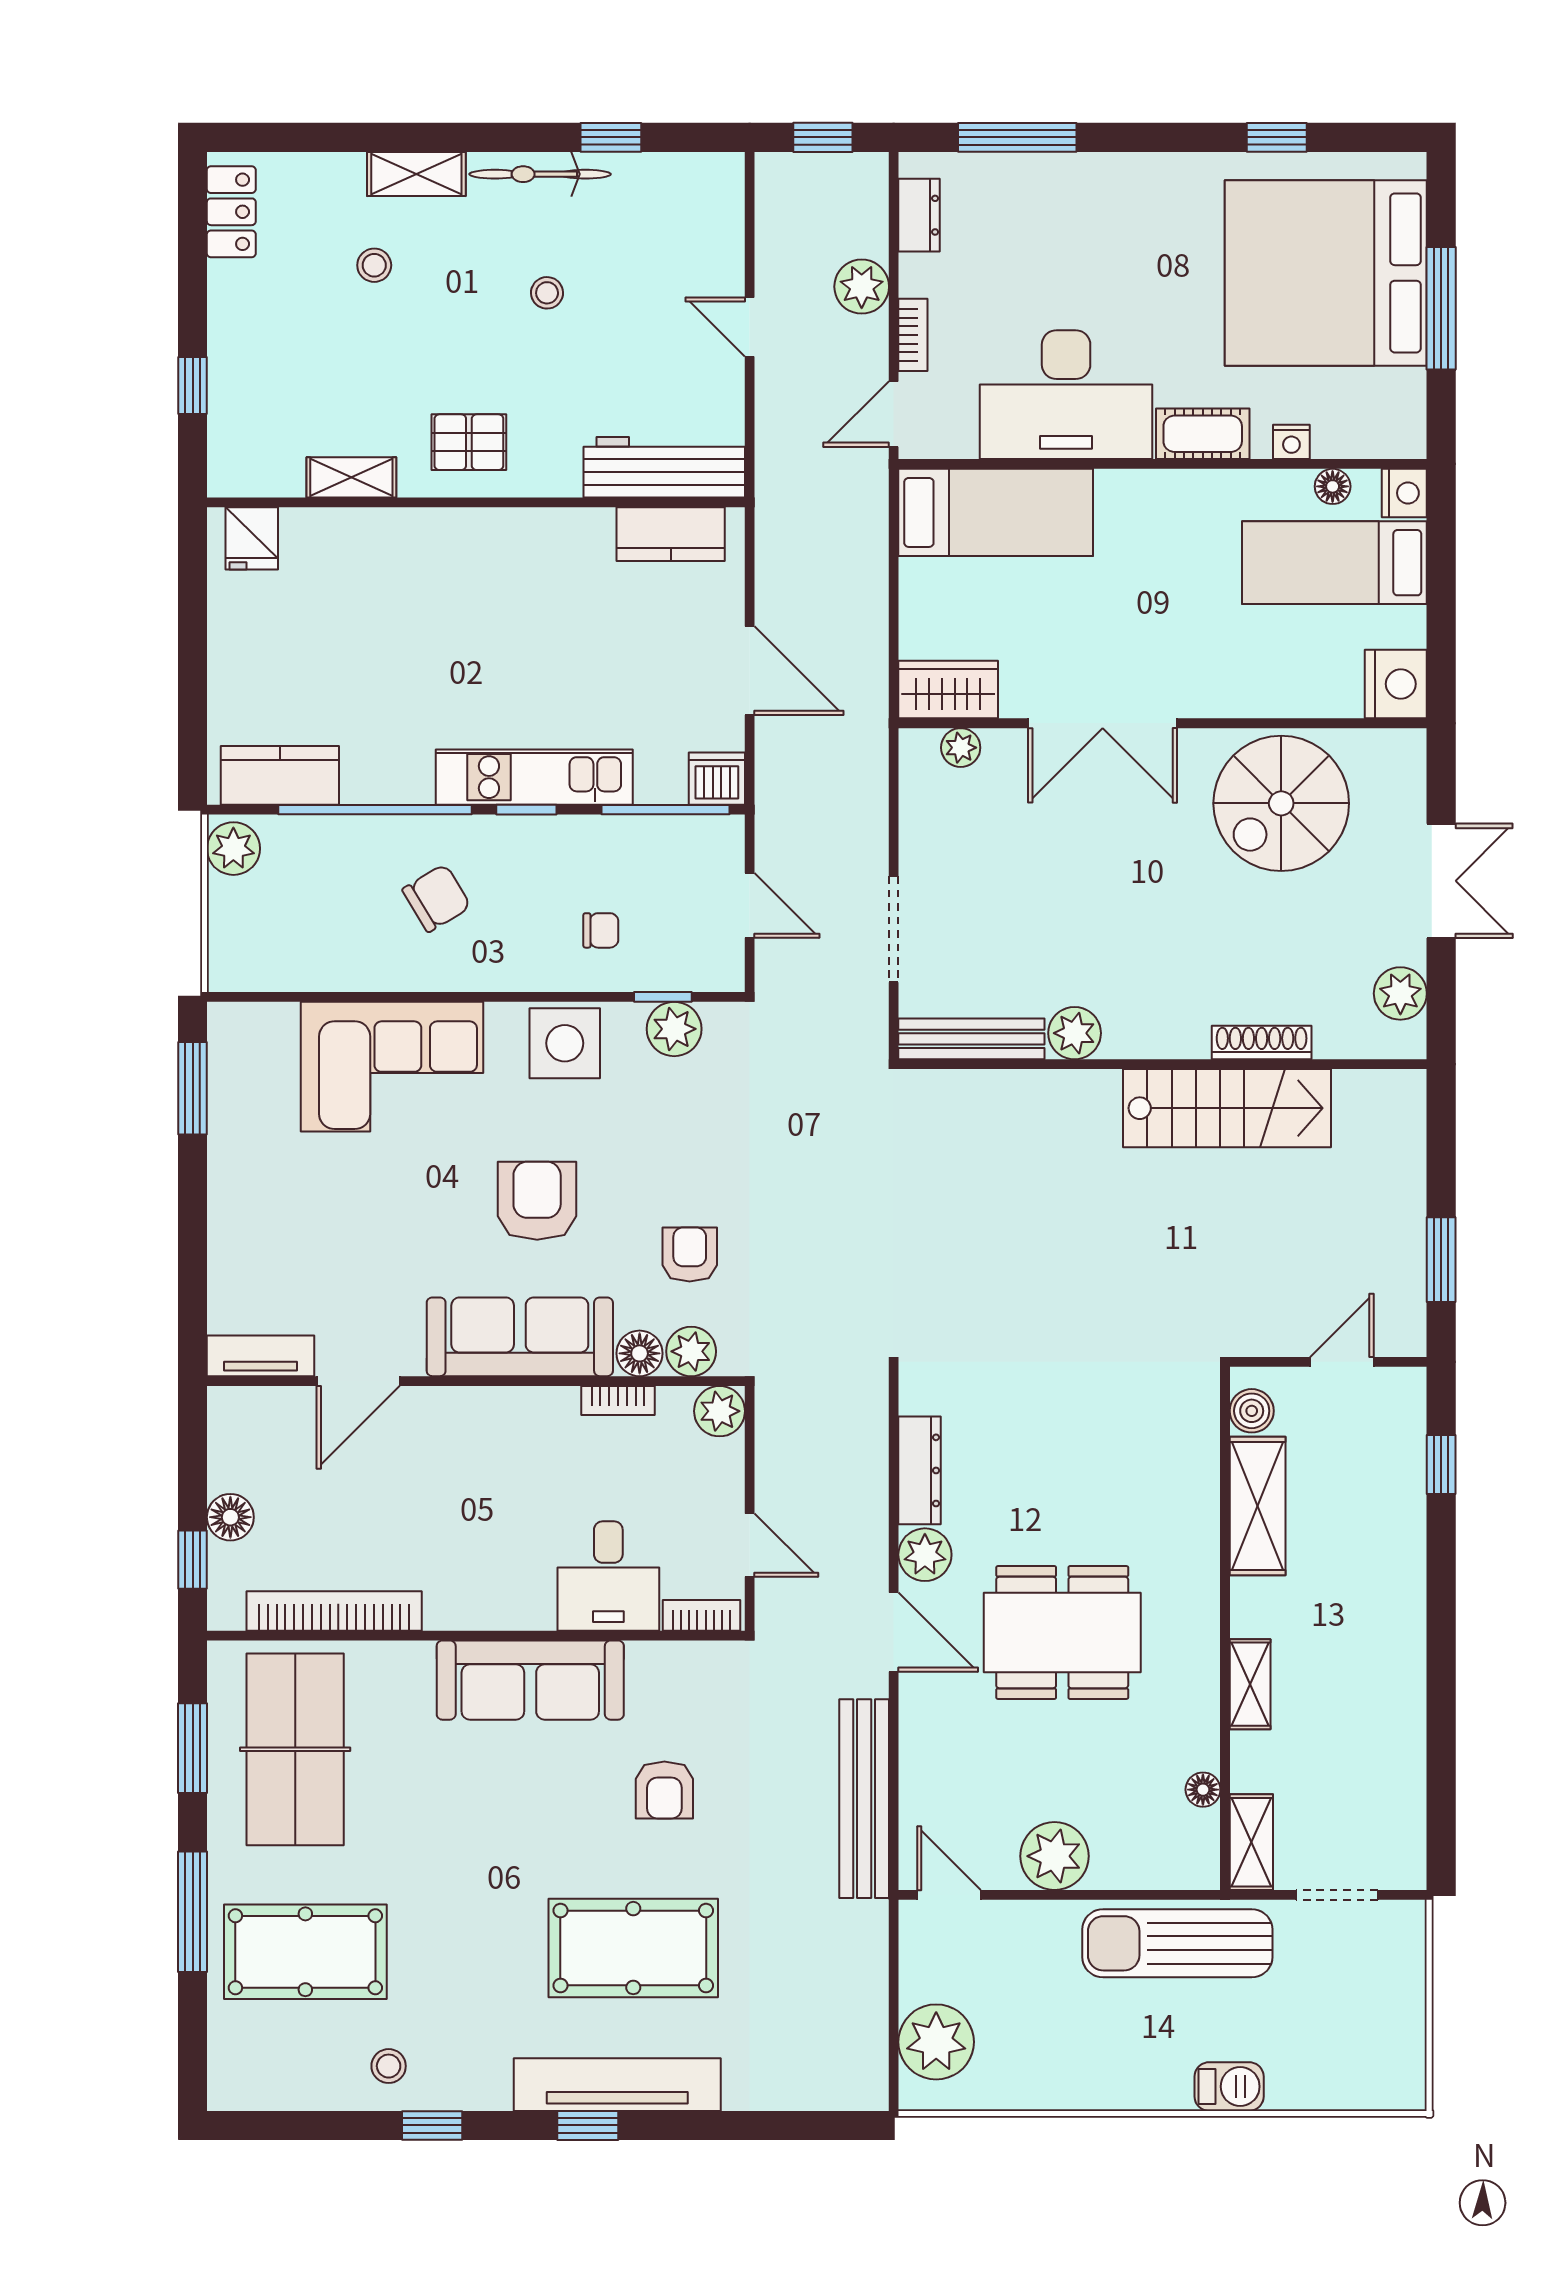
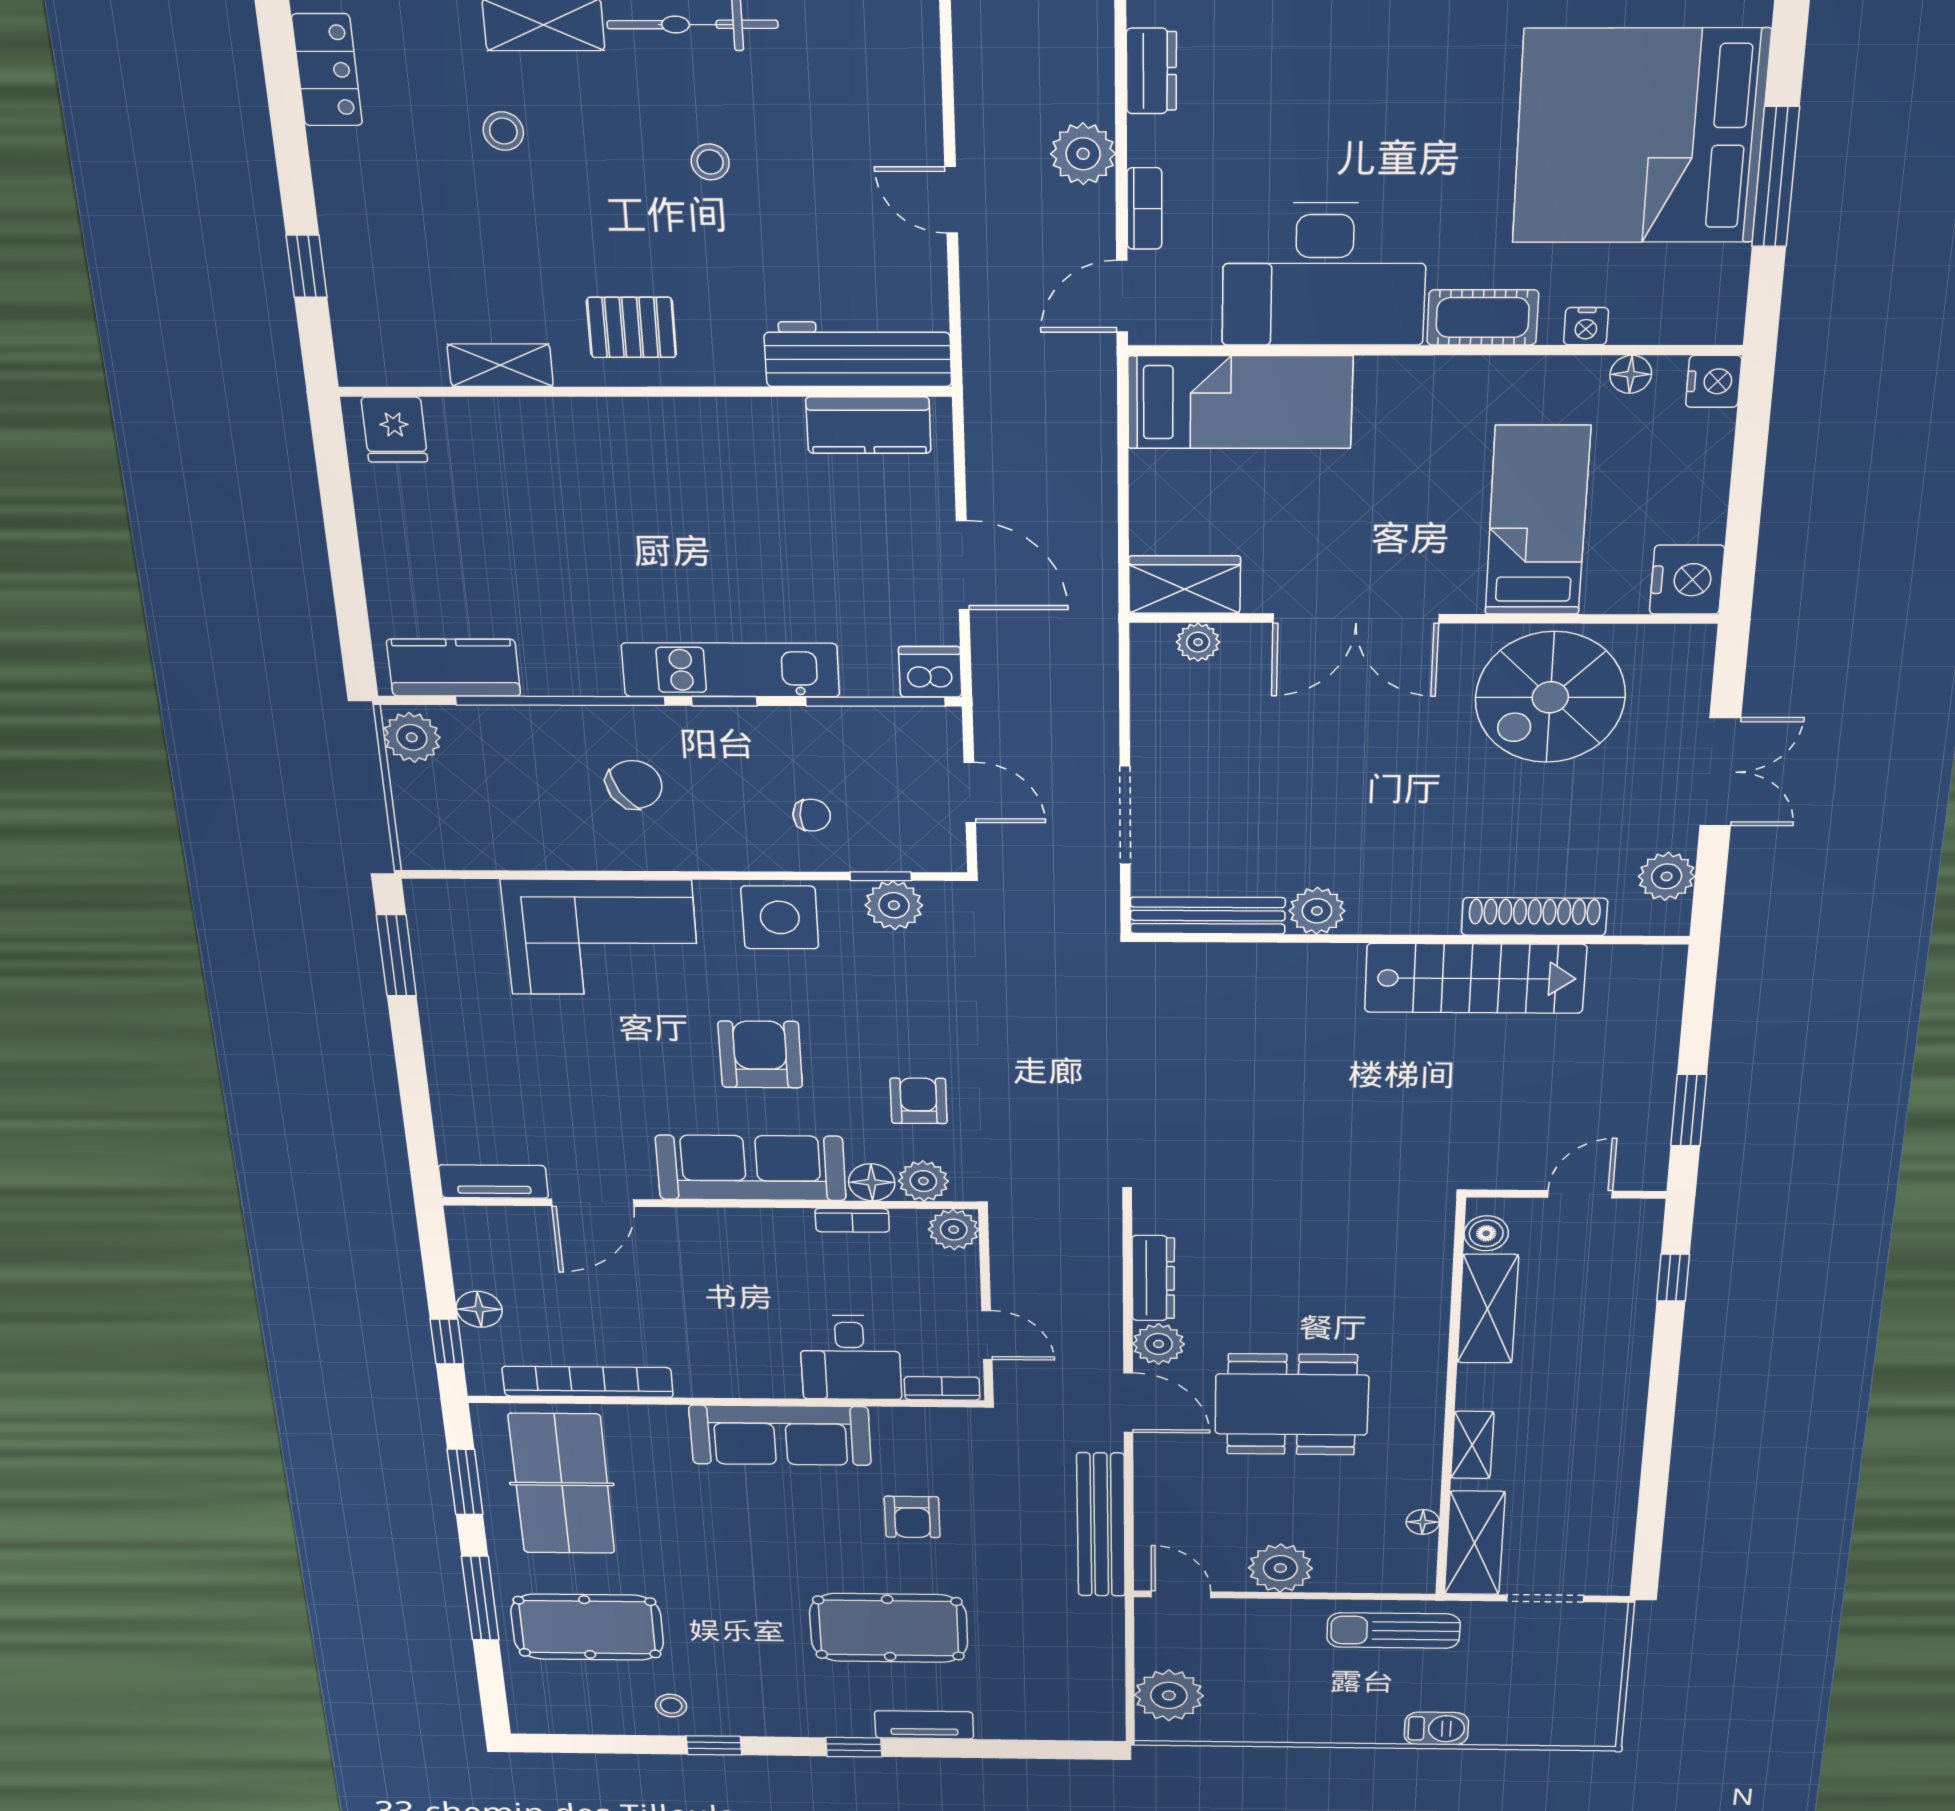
bed: (1334, 563) -> (1537, 521), moved, turned 90
shoe rack: (1262, 1042) -> (1534, 917), width x1.36, depth x1.24
shelving: (1251, 1842) -> (1475, 1543), width x1.50, depth x1.33
sun lounger: (1177, 1943) -> (1393, 1631), width x0.73, depth x0.75
tv unit: (617, 2085) -> (924, 1725), width x0.52, depth x0.78

